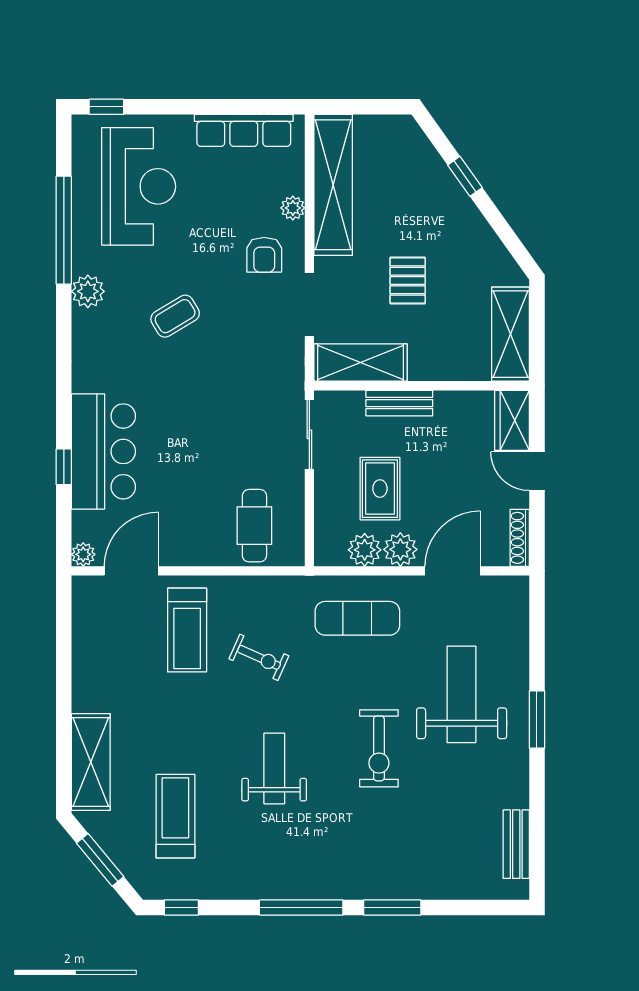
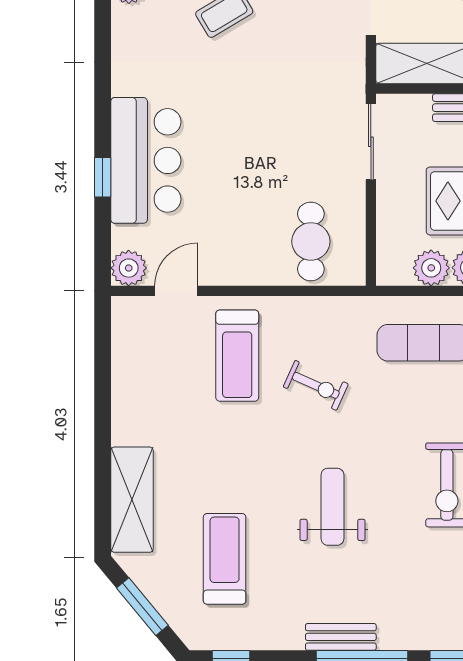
plant: (83, 554) -> (129, 268), width x1.38, depth x1.38
door: (131, 571) -> (176, 291), width x0.73
bench: (282, 888) -> (341, 637), added

